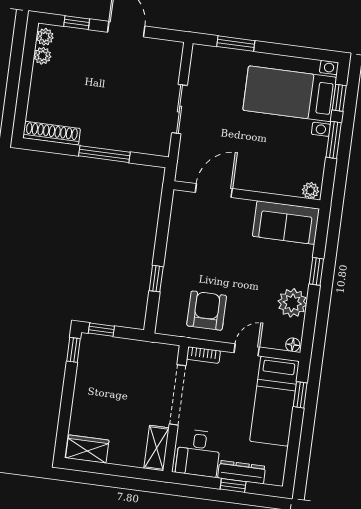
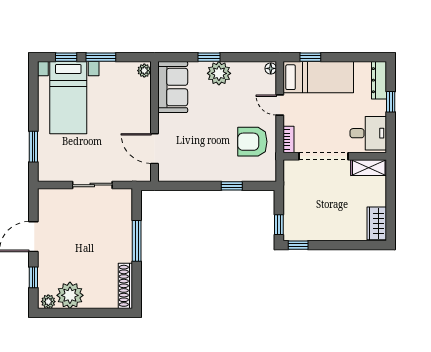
plant: (42, 56) -> (70, 295), width x1.88, depth x1.88
plant: (292, 303) -> (219, 73), moved
dresser: (242, 472) -> (379, 80), moved

